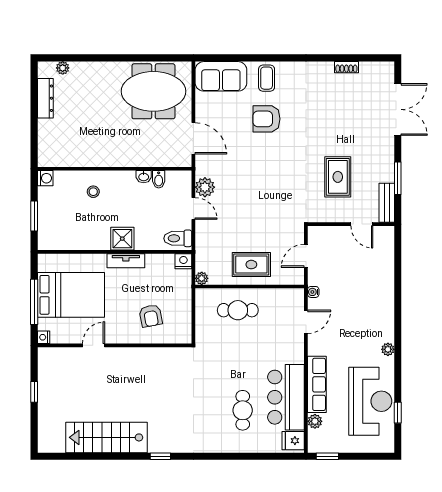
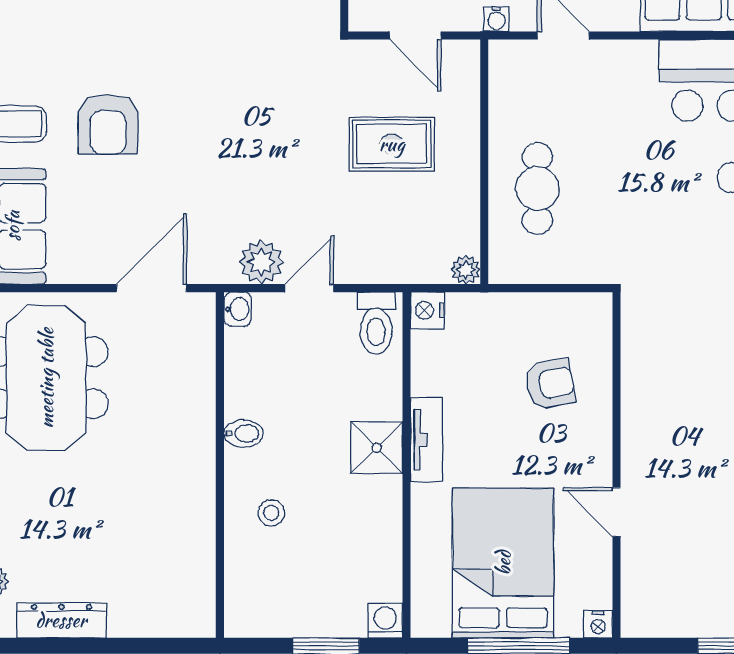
washbasin: (144, 177) -> (238, 309), moved
washing machine: (45, 178) -> (385, 621), moved
bidet: (159, 179) -> (244, 433), moved
rug: (251, 265) -> (392, 144), moved, turned 90

